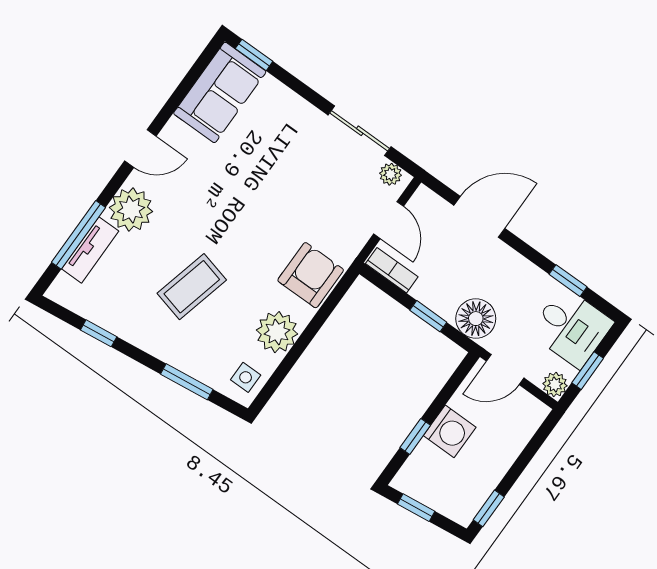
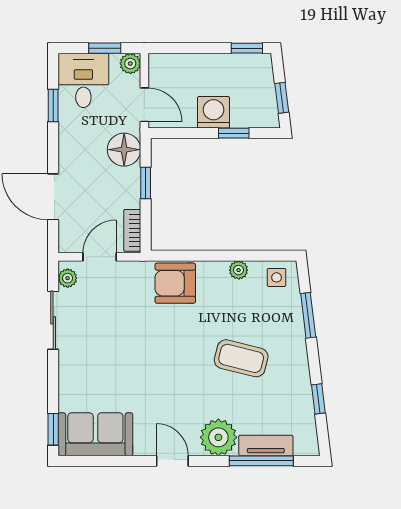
plant: (277, 332) -> (239, 270), width x0.53, depth x0.53

